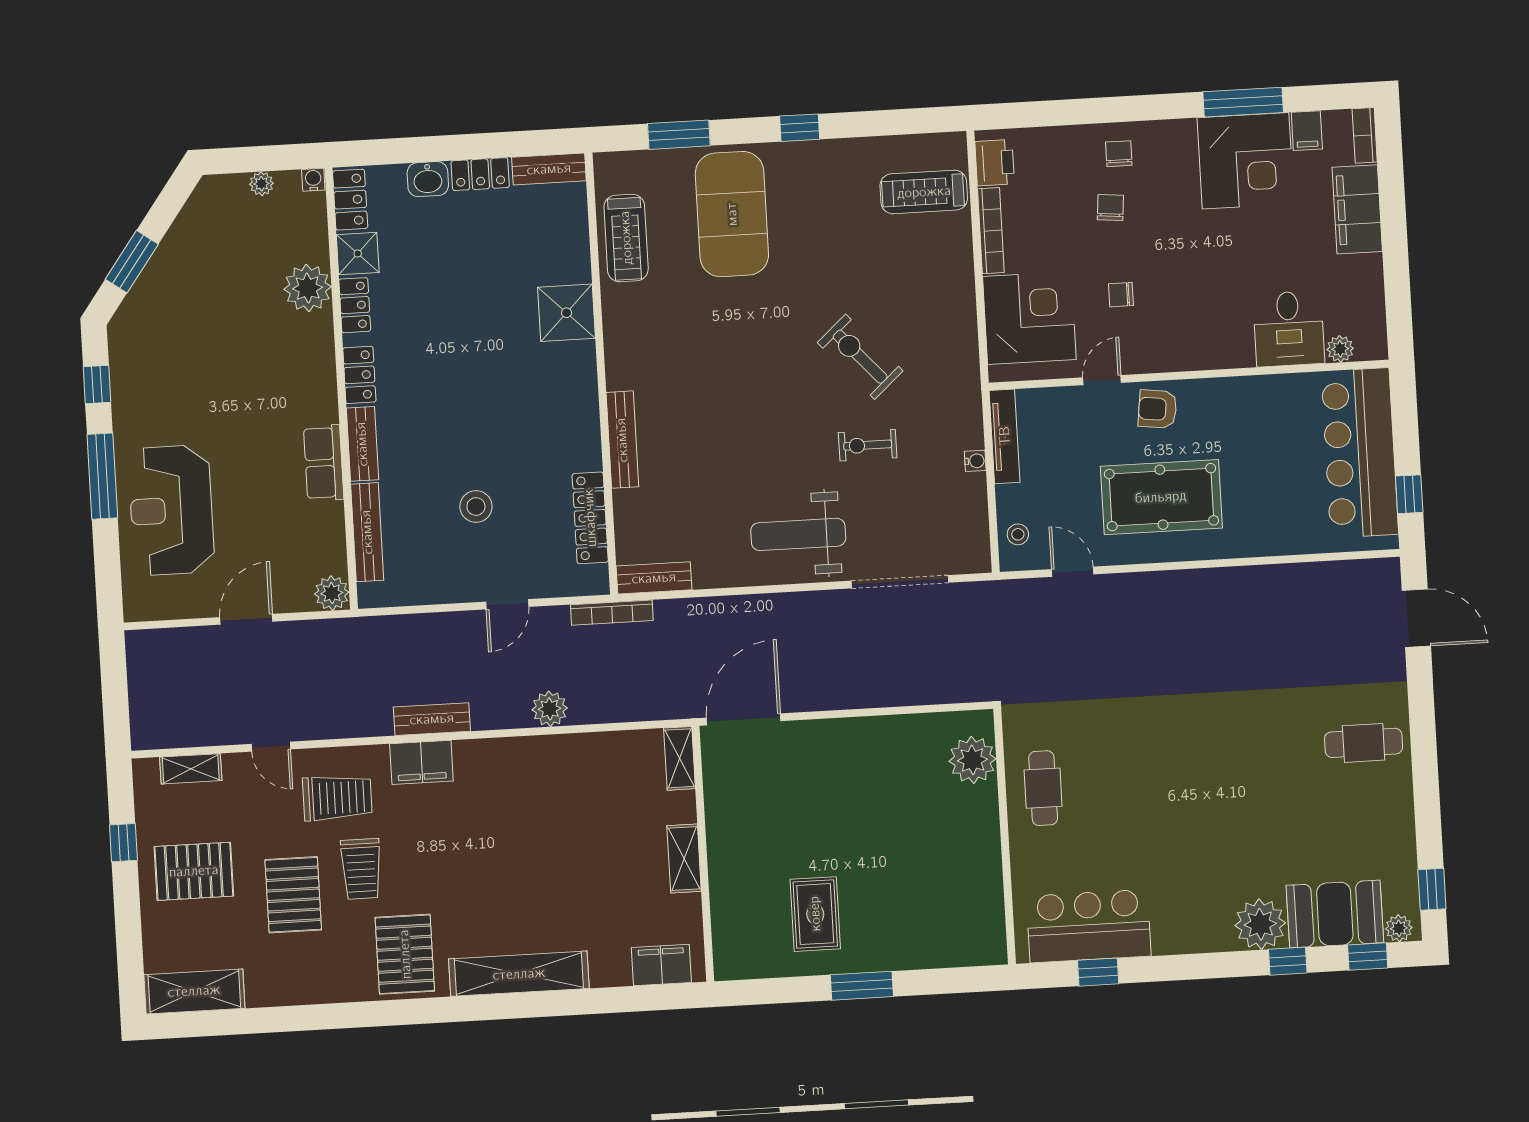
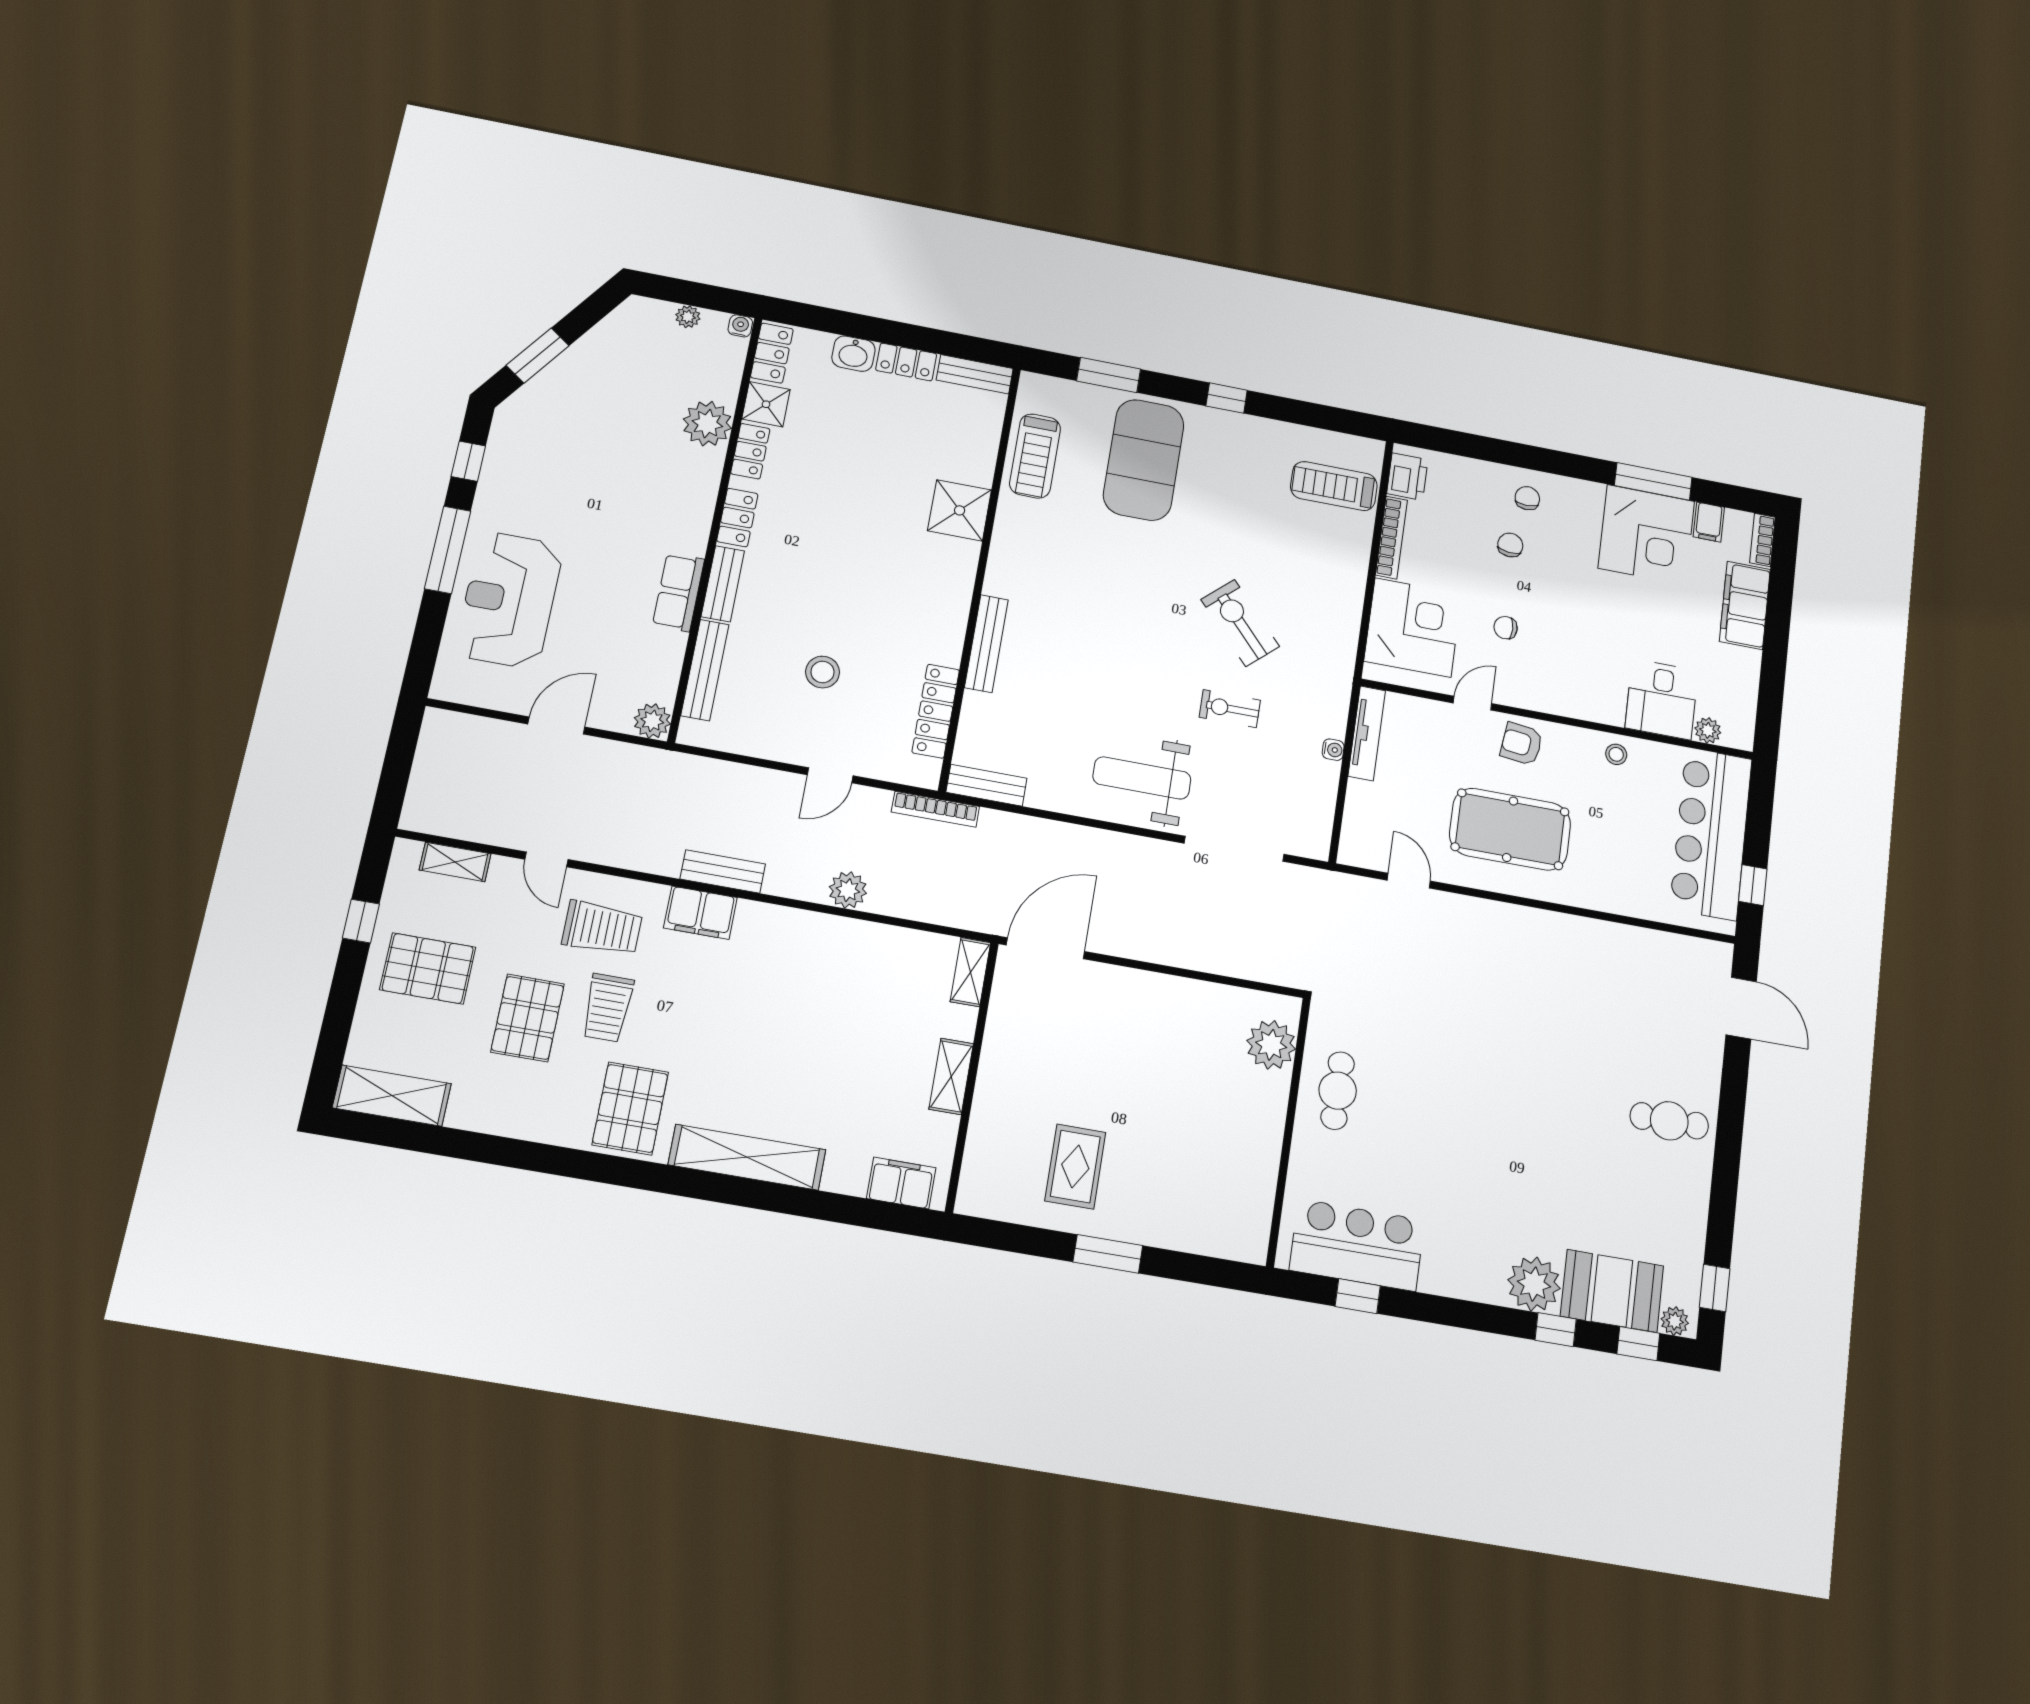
stool: (1018, 534) -> (1616, 754), moved

